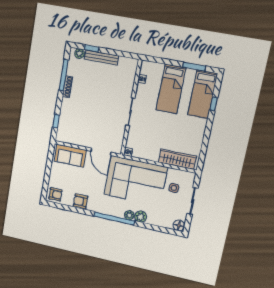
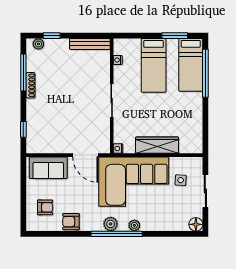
bench: (101, 57) -> (90, 44), moved
window: (214, 104) -> (205, 73), width x3.17
wardrobe: (177, 159) -> (157, 145), moved
armchair: (55, 194) -> (45, 207), moved
plant: (141, 217) -> (111, 224), moved

